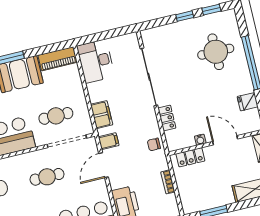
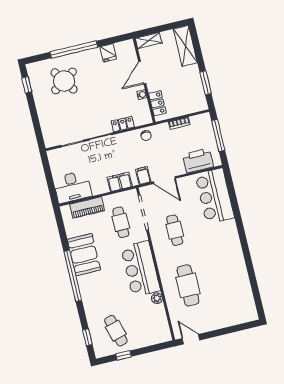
window: (185, 16) -> (33, 108), removed
round table: (216, 52) -> (64, 81), turned -34
piano: (58, 59) -> (87, 207), moved, turned 90

